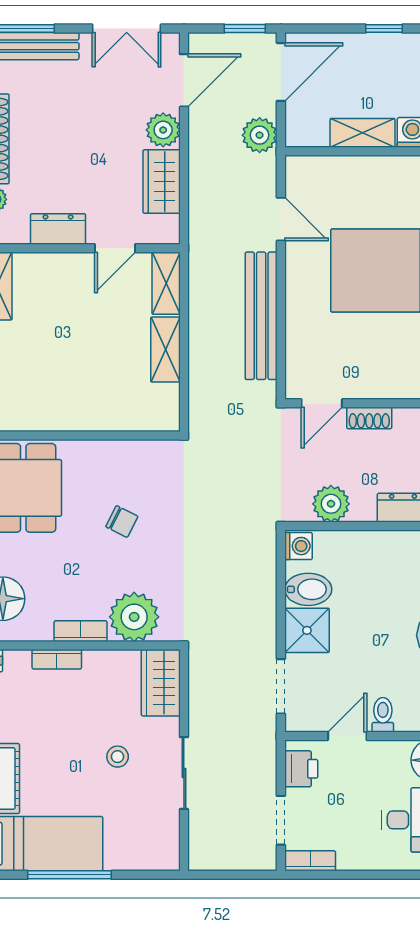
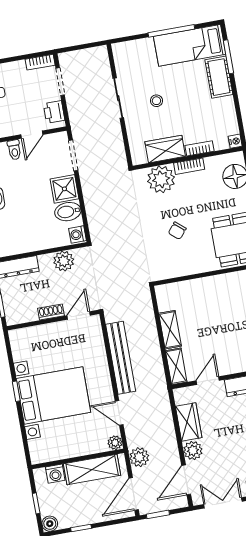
shelving: (363, 133) -> (92, 470), width x1.50, depth x1.33
plant: (298, 168) -> (115, 443), added
chair: (122, 522) -> (177, 231), turned -77
wardrobe: (161, 683) -> (165, 149), moved, turned -90

